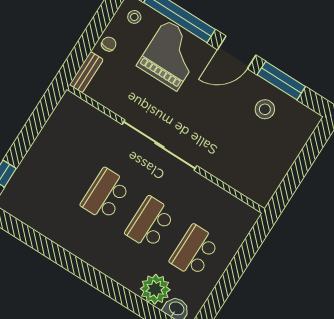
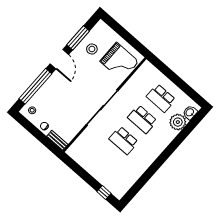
grand piano: (171, 55) -> (119, 61), moved, turned 180

